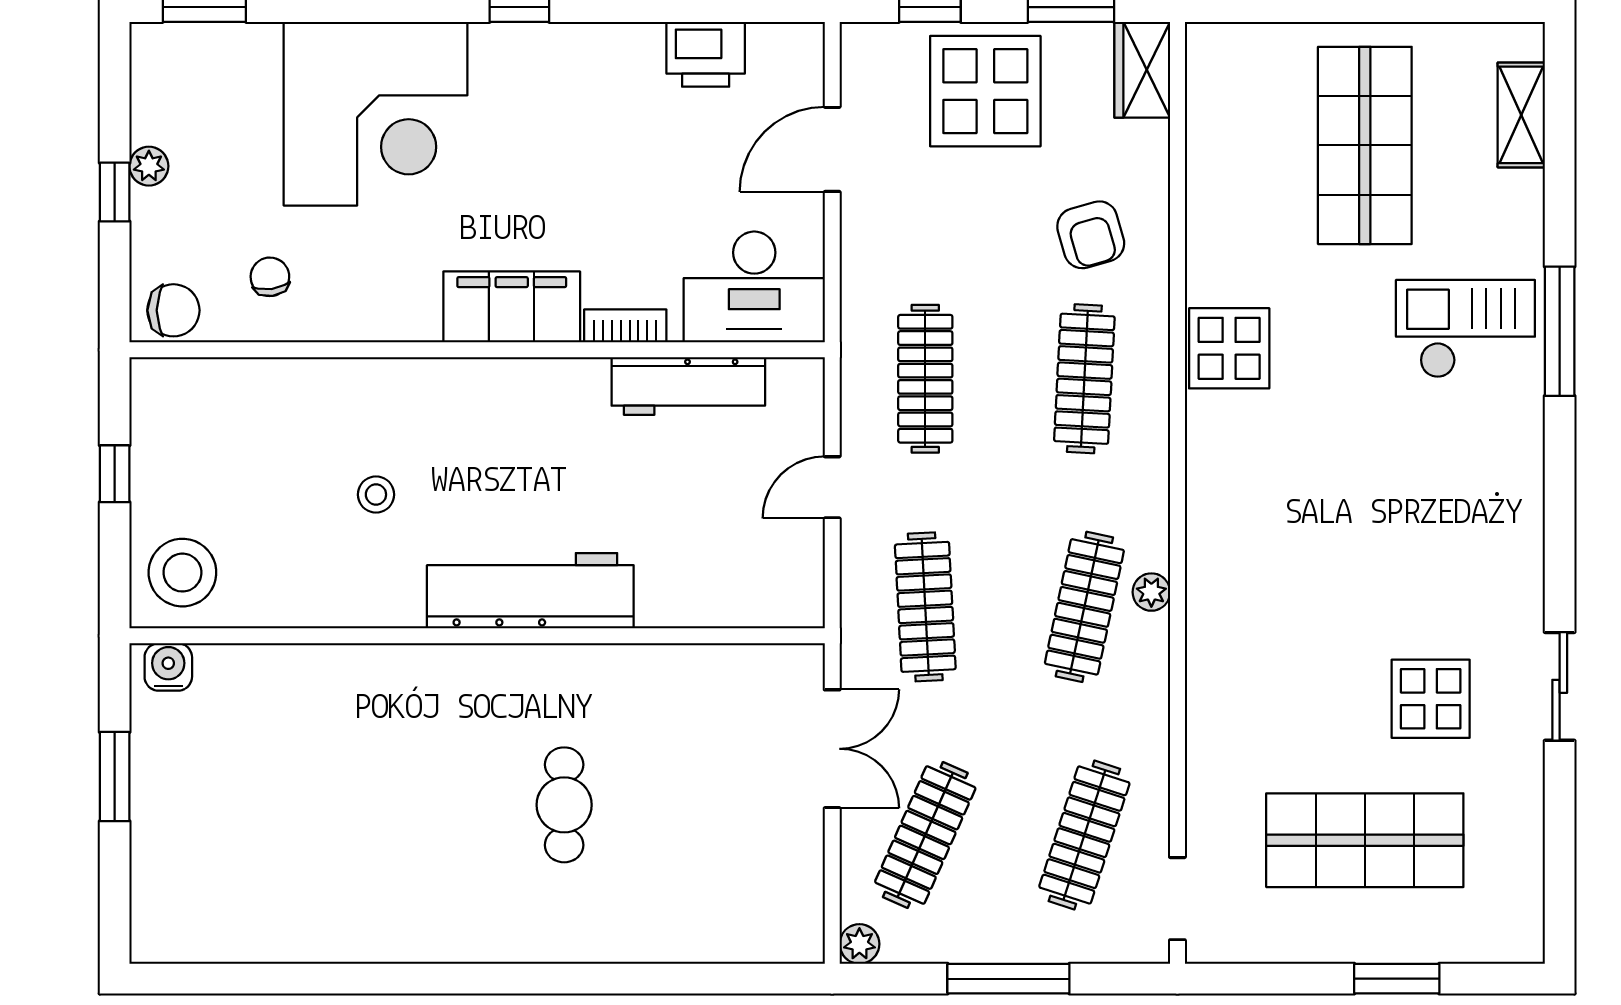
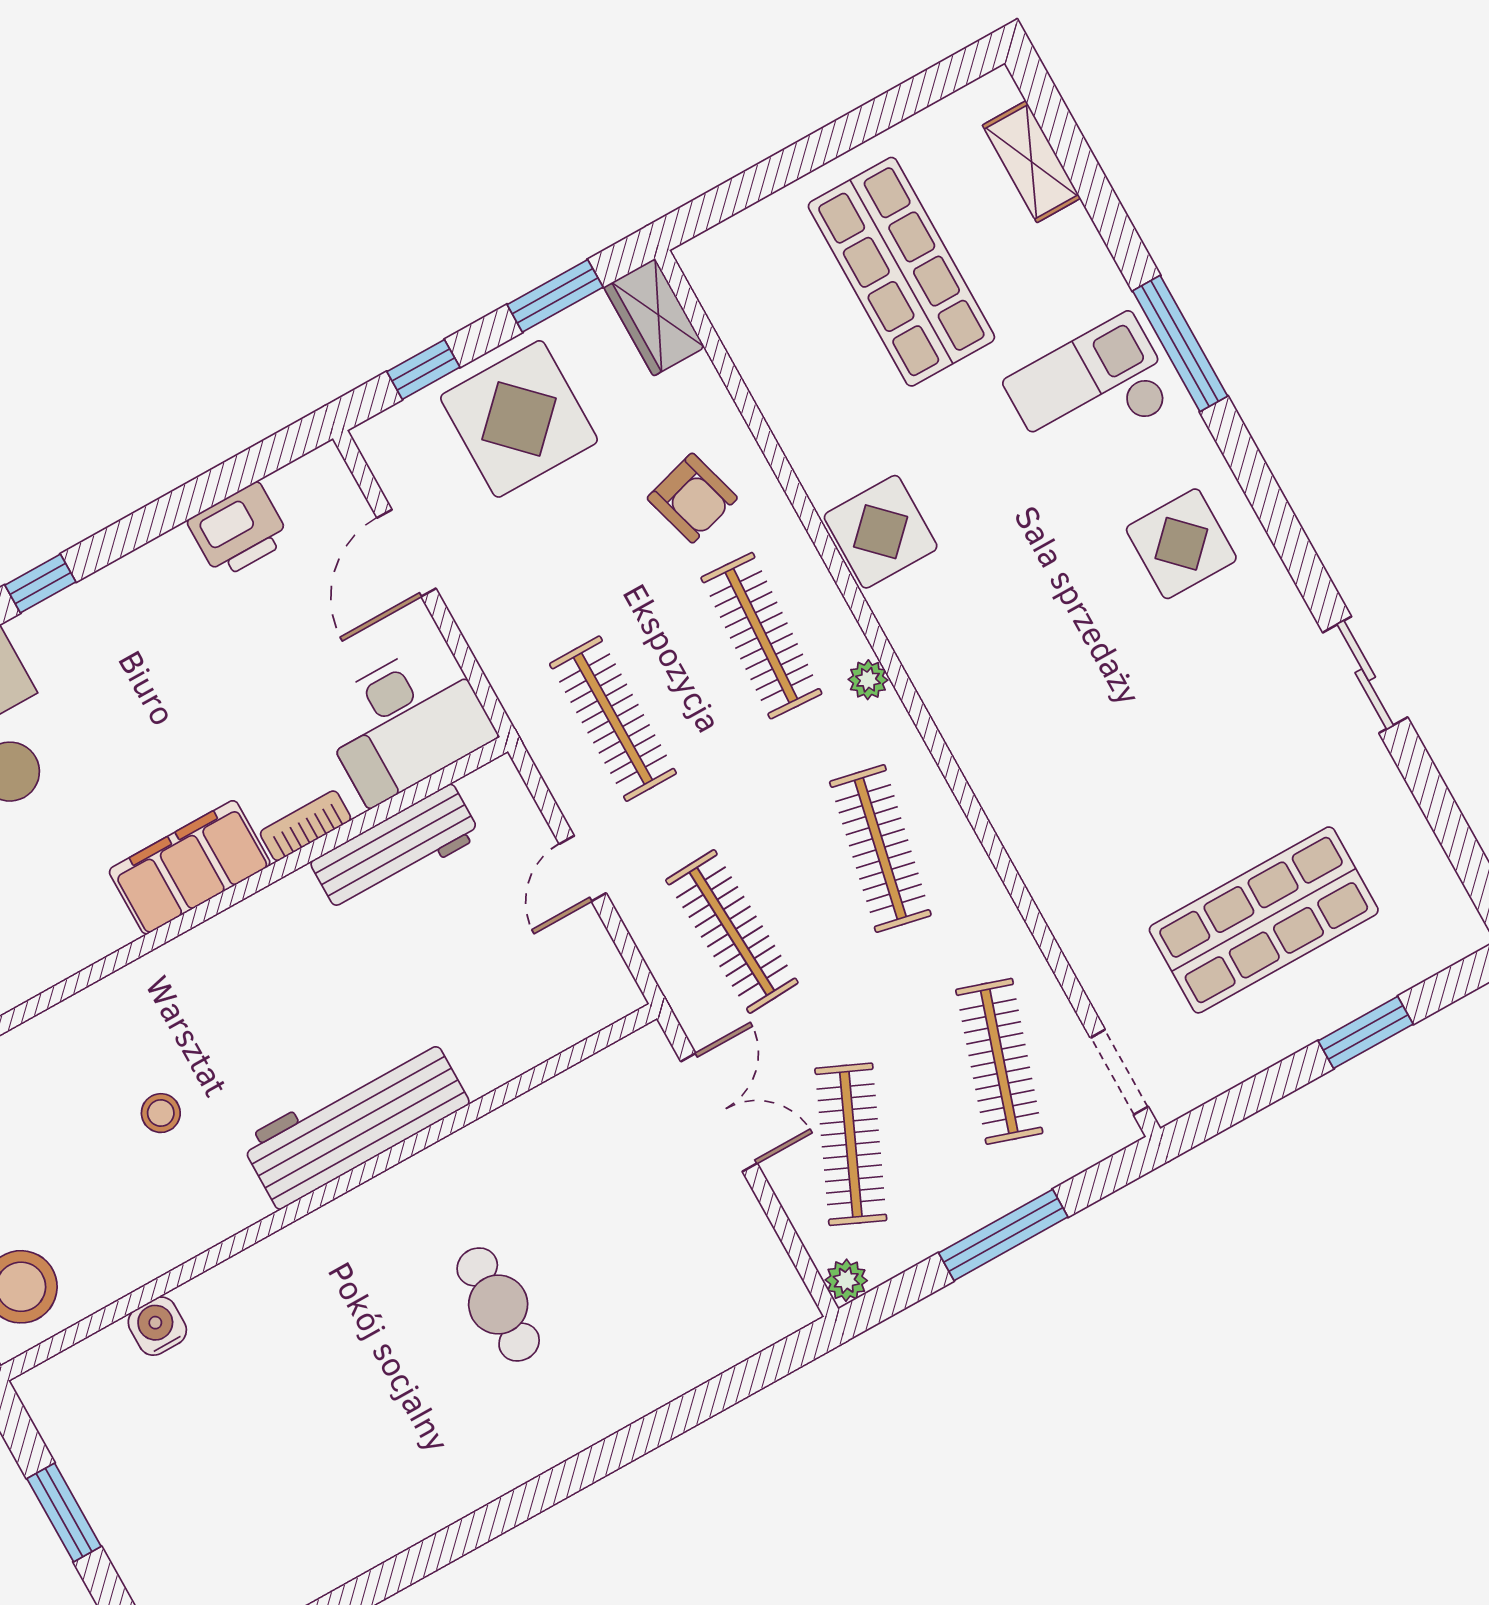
plant: (1151, 592) -> (868, 680), moved
water cooler: (168, 667) -> (157, 1326), moved
display table: (1431, 699) -> (1181, 544), moved

